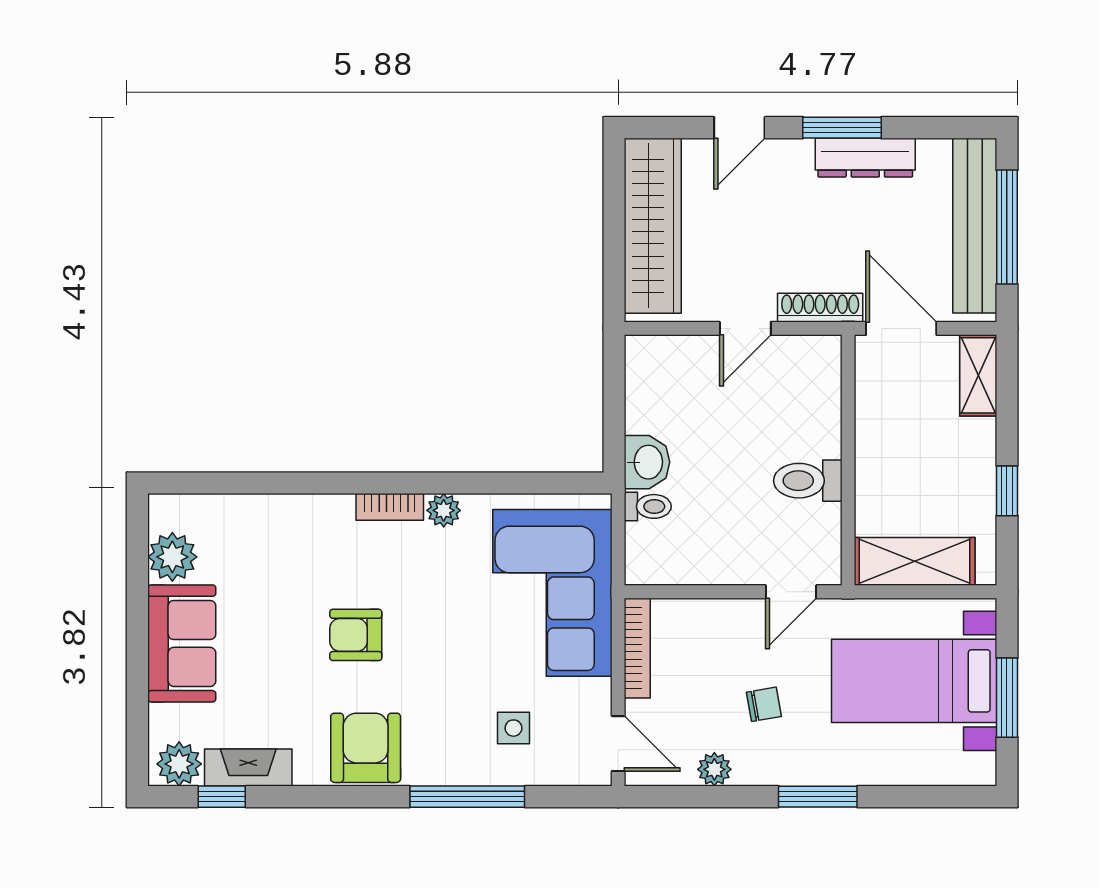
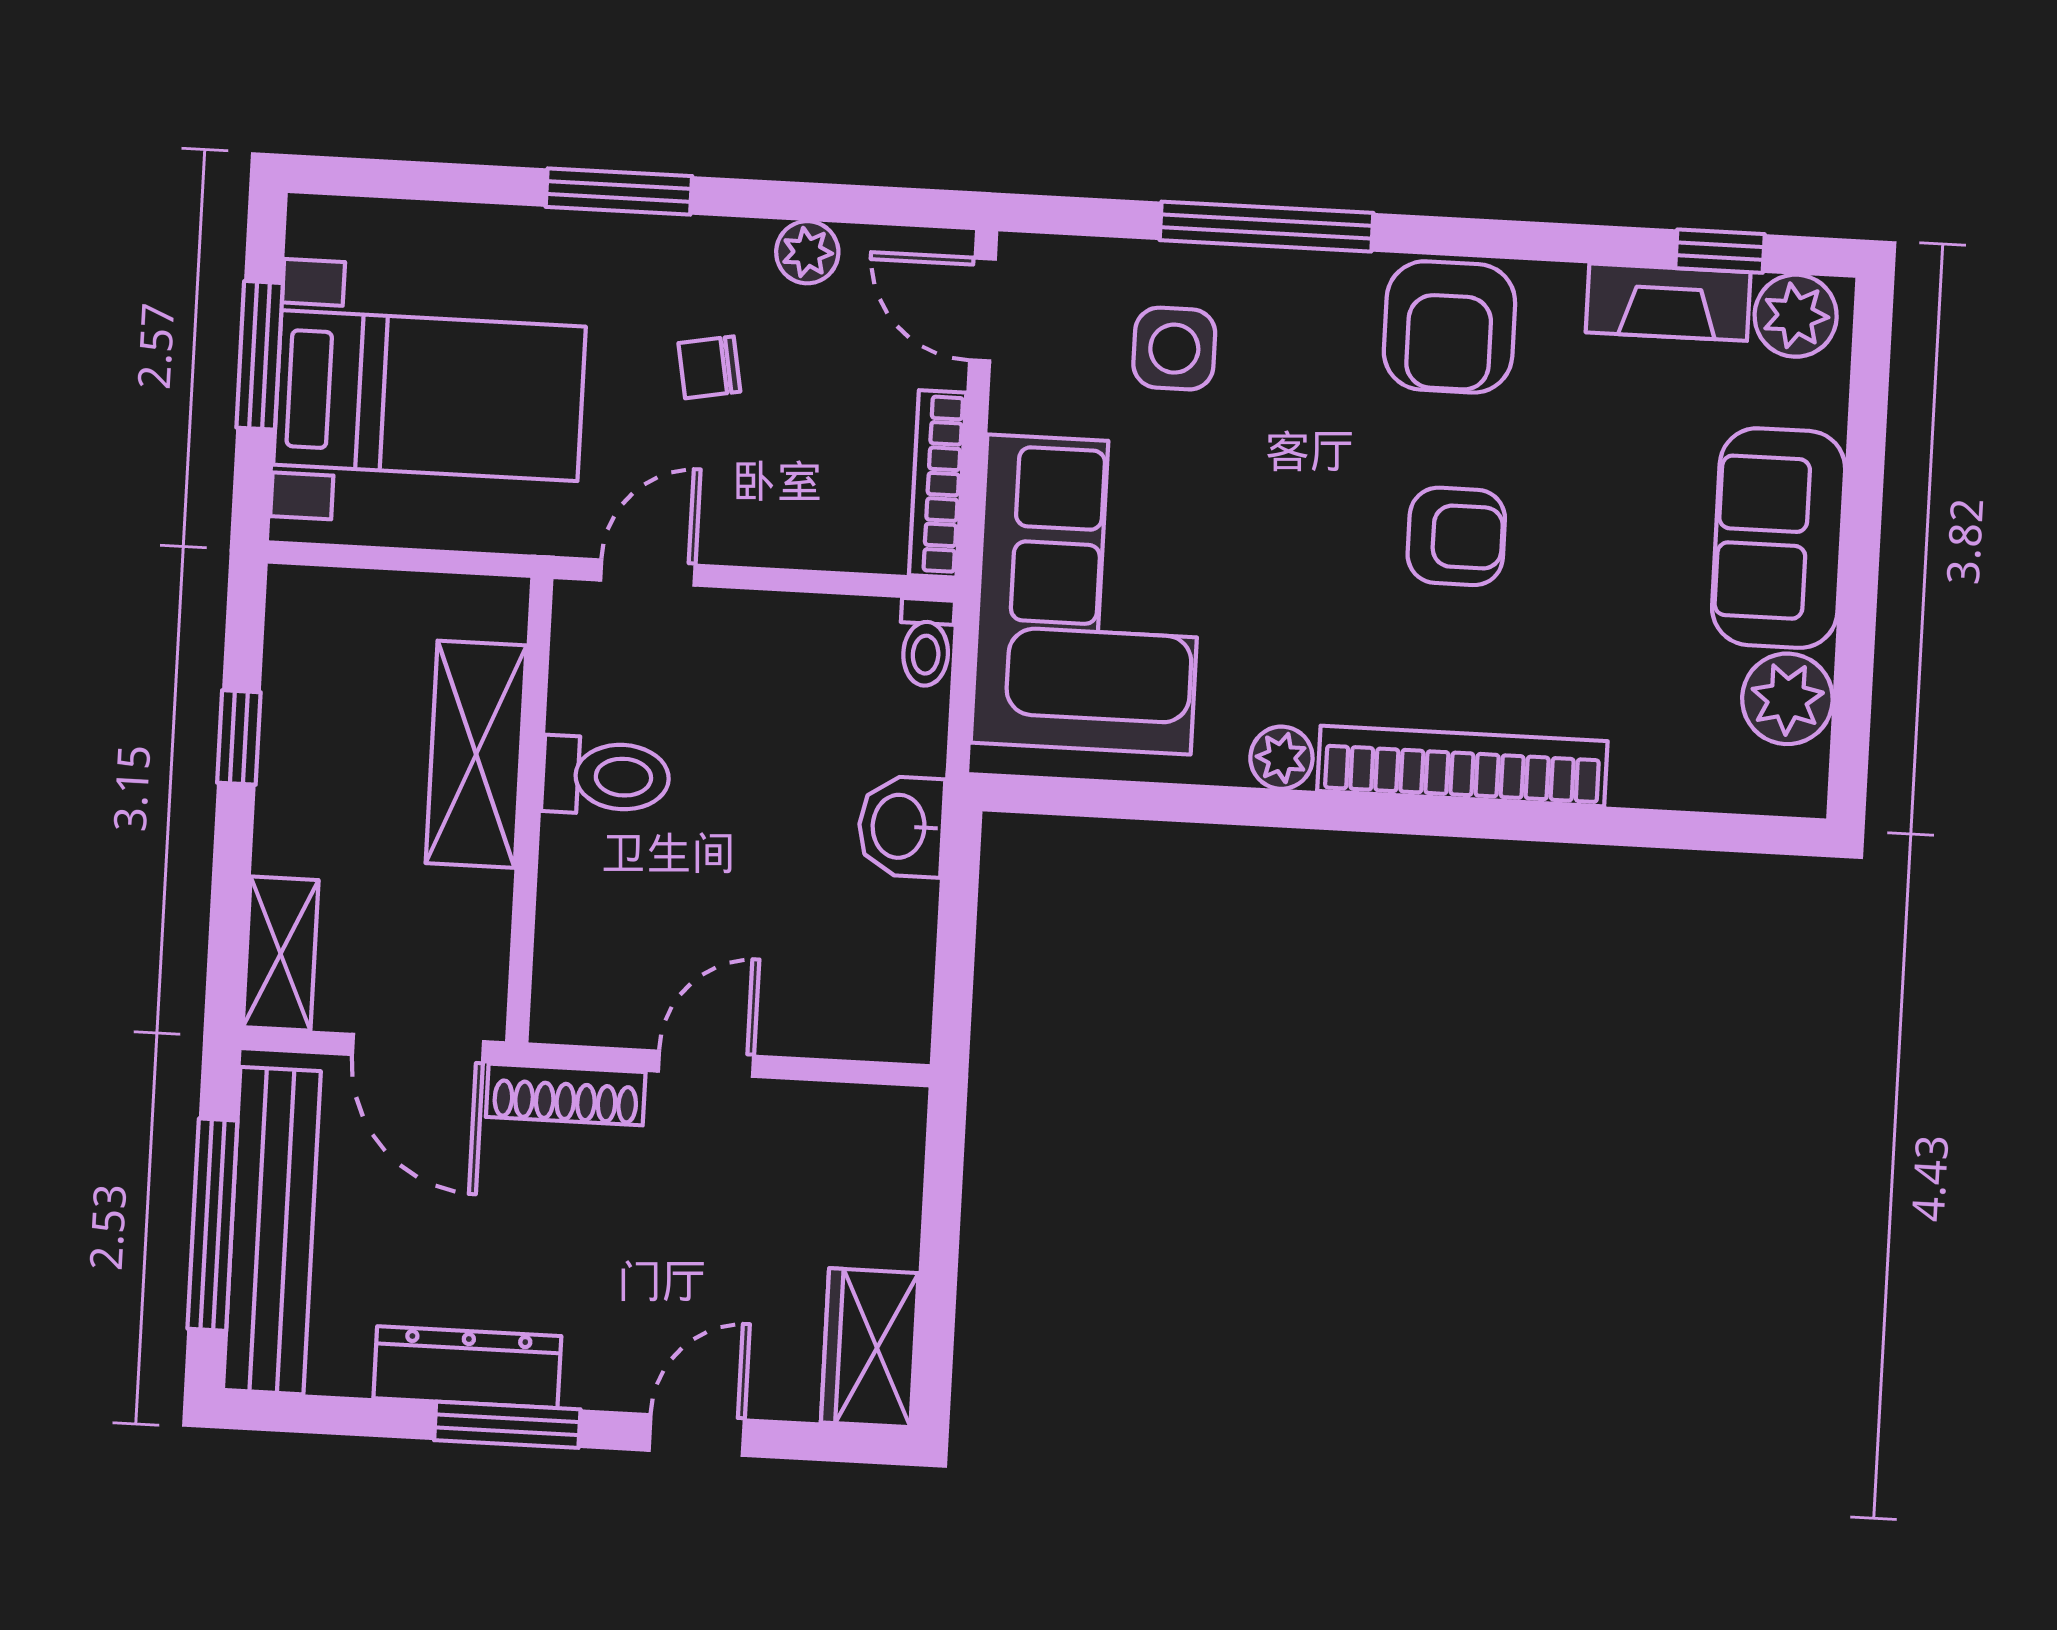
wardrobe: (653, 226) -> (870, 1348), width x0.48, depth x0.85
toilet: (648, 506) -> (926, 643), moved, turned -90
bookcase: (390, 507) -> (1462, 766), width x2.31, depth x1.31
shelving: (915, 561) -> (476, 754), moved, turned 90
side table: (513, 728) -> (1174, 349), width x1.37, depth x1.37

